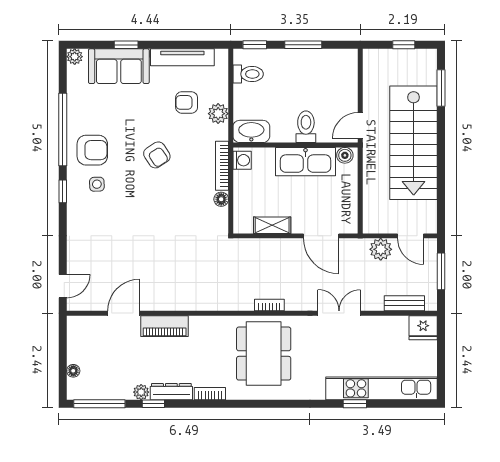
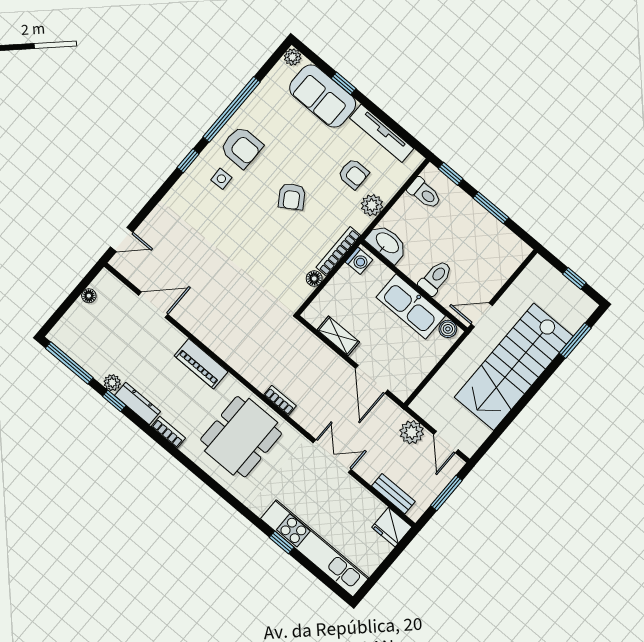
armchair: (187, 102) -> (353, 174), turned 180
piano: (165, 326) -> (201, 364), moved
floor lamp: (73, 371) -> (89, 296), moved

